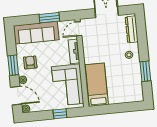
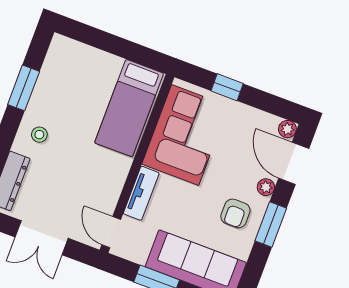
door: (79, 29) -> (111, 232), swing flipped

